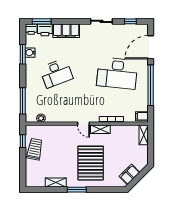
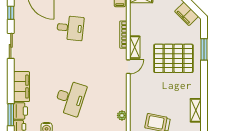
desk: (56, 73) -> (70, 98), turned 39
desk: (117, 73) -> (70, 28), width x0.53, depth x0.77
shelving: (56, 182) -> (196, 110), moved
window: (77, 190) -> (204, 49), moved

